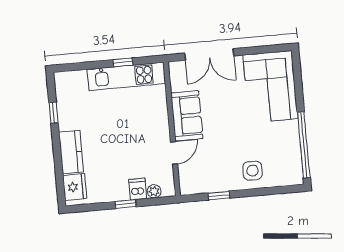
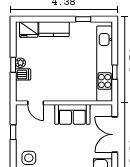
kitchen unit: (126, 76) -> (105, 64), width x1.36
door: (174, 153) -> (36, 103), moved
plant: (154, 191) -> (20, 63), moved

